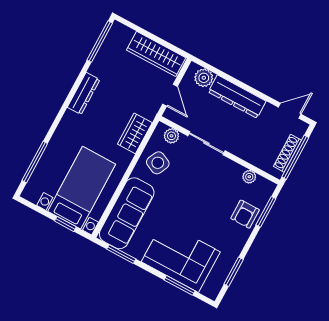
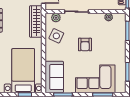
wardrobe: (135, 133) -> (36, 21), width x1.50
sofa: (127, 213) -> (54, 77), width x0.73
armchair: (245, 214) -> (85, 45), moved

